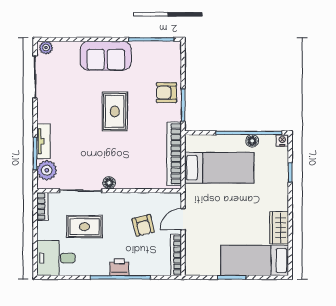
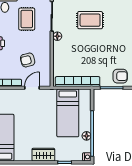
armchair: (166, 93) -> (120, 76), turned 90
rug: (115, 111) -> (90, 20), moved
door: (183, 219) -> (32, 88), hinge flipped
wardrobe: (279, 228) -> (43, 155), moved

